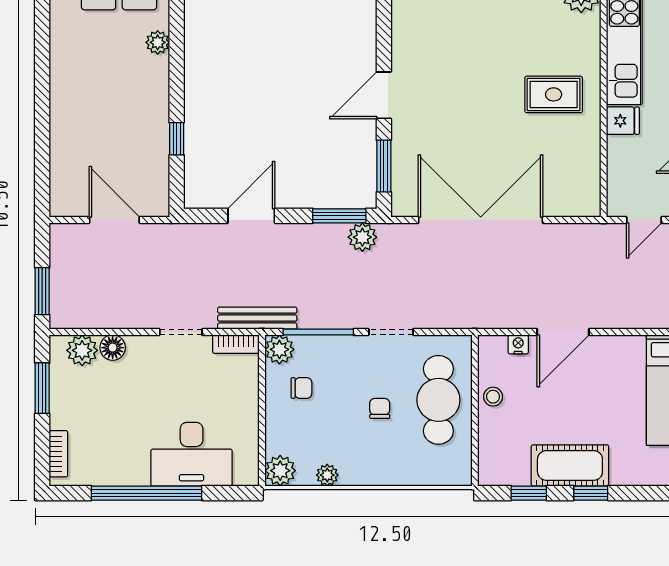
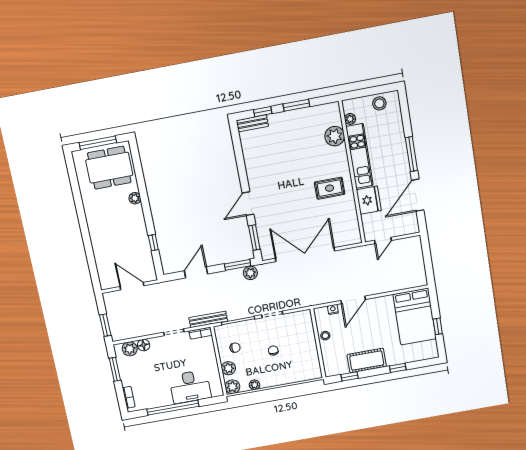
fridge: (623, 121) -> (369, 200), width x1.88, depth x1.34
plant: (279, 349) -> (228, 368), moved
cafe table: (438, 400) -> (300, 342), removed
window: (591, 493) -> (398, 368), moved

